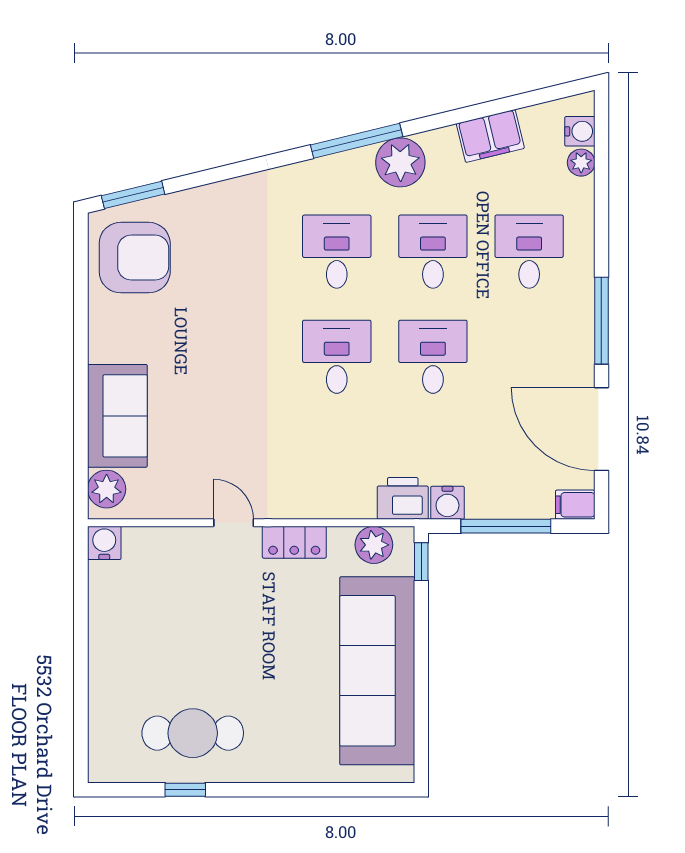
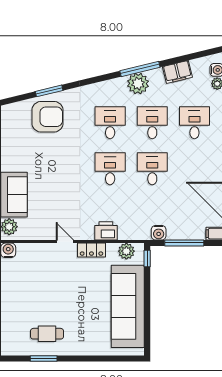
window: (357, 141) -> (140, 69), moved
window: (133, 195) -> (49, 91), moved
armchair: (135, 258) -> (48, 117), moved
printer: (403, 498) -> (106, 231), moved
cafe table: (193, 733) -> (47, 334), width x0.73, depth x0.74
window: (185, 790) -> (44, 359), width x1.50

